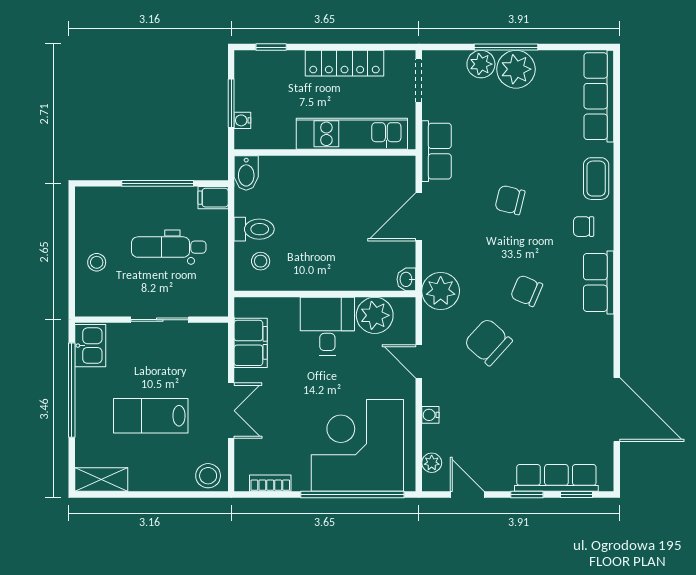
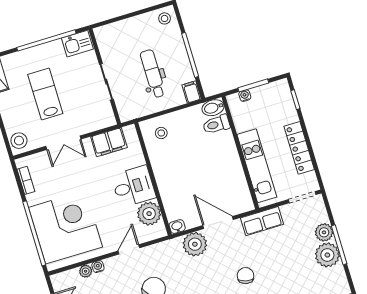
toilet: (254, 229) -> (216, 124), moved, turned 90
stool: (97, 262) -> (165, 18), moved
plant: (441, 291) -> (195, 244), moved
plant: (432, 463) -> (86, 271), moved

